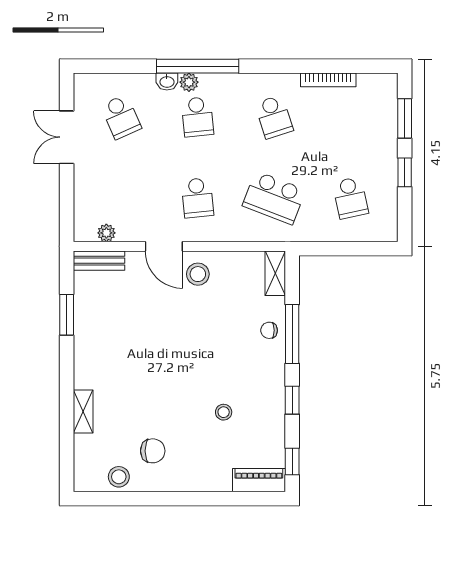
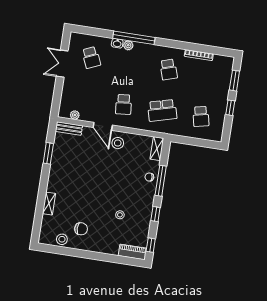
school desk: (197, 117) -> (130, 64), removed
school desk: (274, 198) -> (162, 110), turned -36

